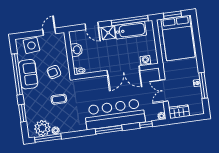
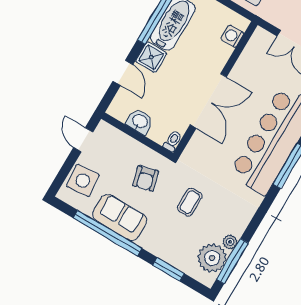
door: (92, 26) -> (123, 73), hinge flipped
double door: (123, 70) -> (208, 101), moved

